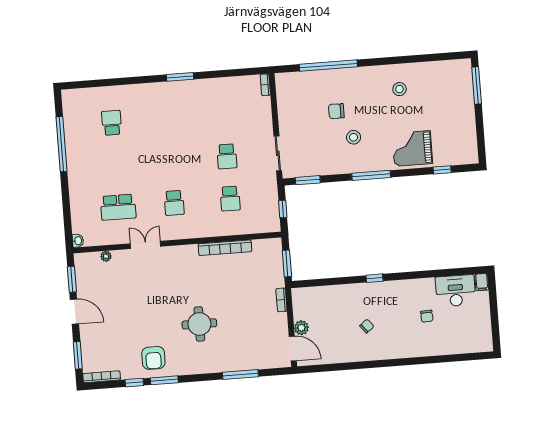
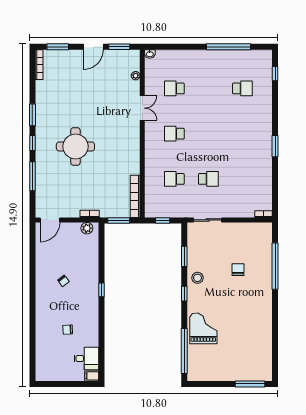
window: (90, 84) -> (275, 74), added
stool: (400, 89) -> (252, 322), removed
stool: (354, 137) -> (198, 278), moved
school desk: (227, 156) -> (208, 179), turned 180
window: (442, 170) -> (184, 351), width x3.17
window: (371, 175) -> (184, 294), width x0.46
window: (308, 180) -> (184, 256), moved
school desk: (118, 207) -> (174, 88), width x0.54
bookcase: (225, 248) -> (135, 196), moved
desk: (456, 291) -> (86, 359), width x0.73
round table: (199, 324) -> (75, 146), width x1.36, depth x1.36
plant: (301, 328) -> (87, 228), moved
armchair: (153, 358) -> (51, 107), removed
window: (134, 383) -> (32, 143), moved

